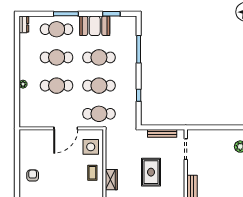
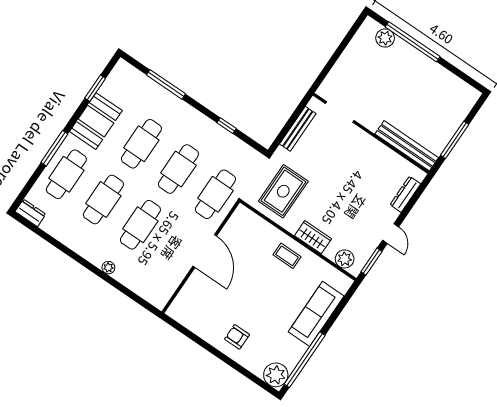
side table: (91, 147) -> (252, 235), removed
rug: (151, 172) -> (283, 191), moved, turned 90

